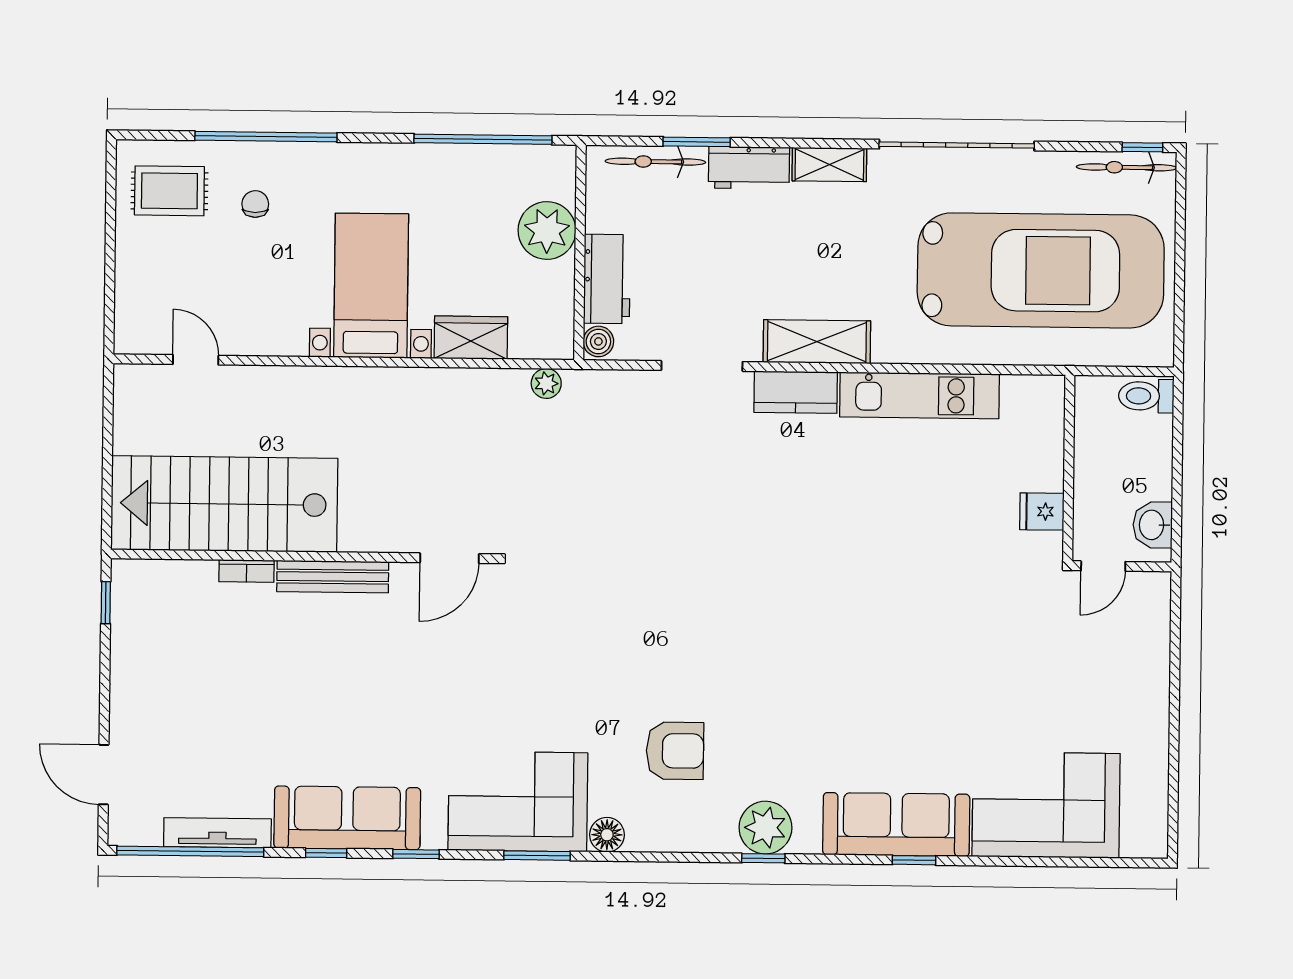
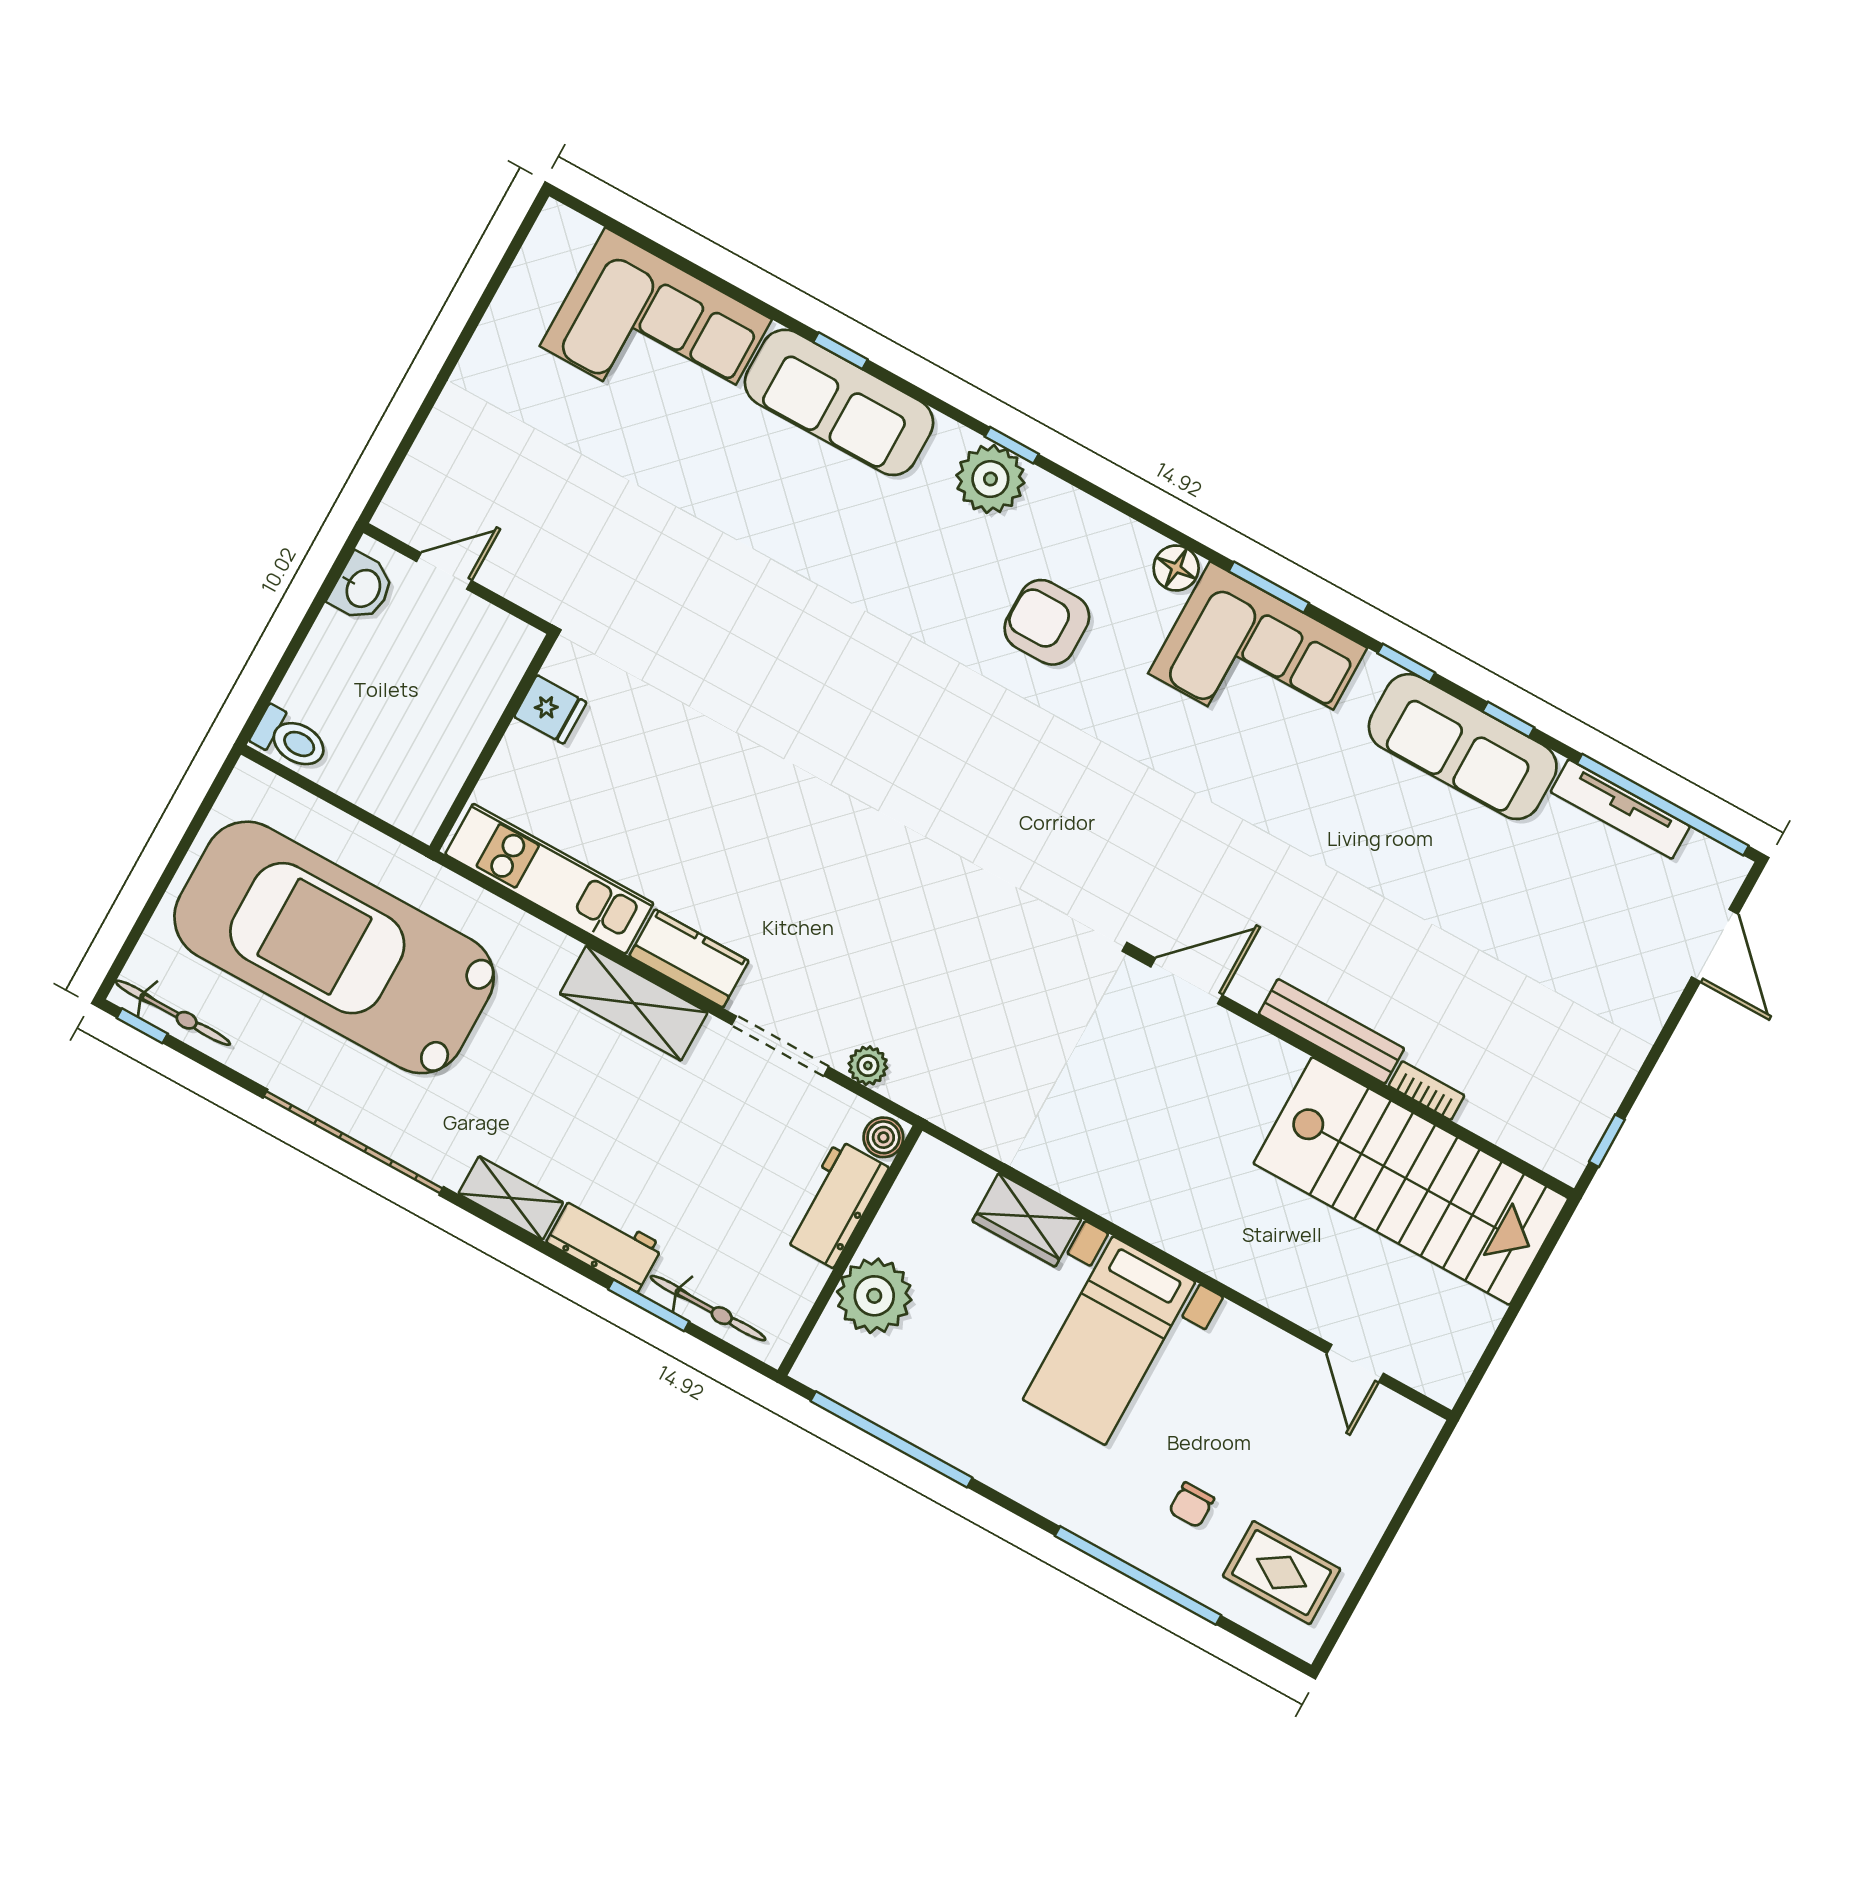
plant: (546, 383) -> (868, 1066), moved
wall: (1069, 468) -> (493, 743), moved
fridge: (1042, 511) -> (550, 709), moved

